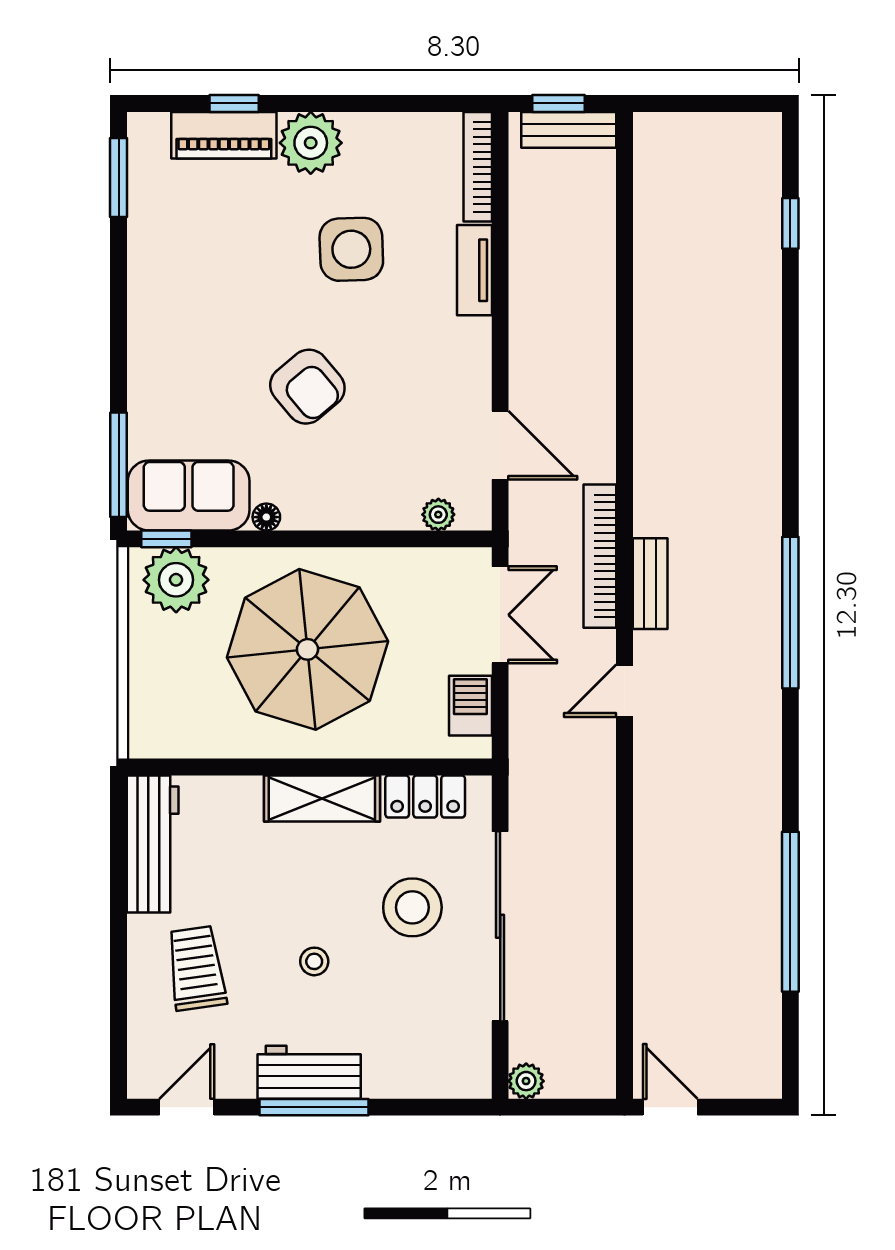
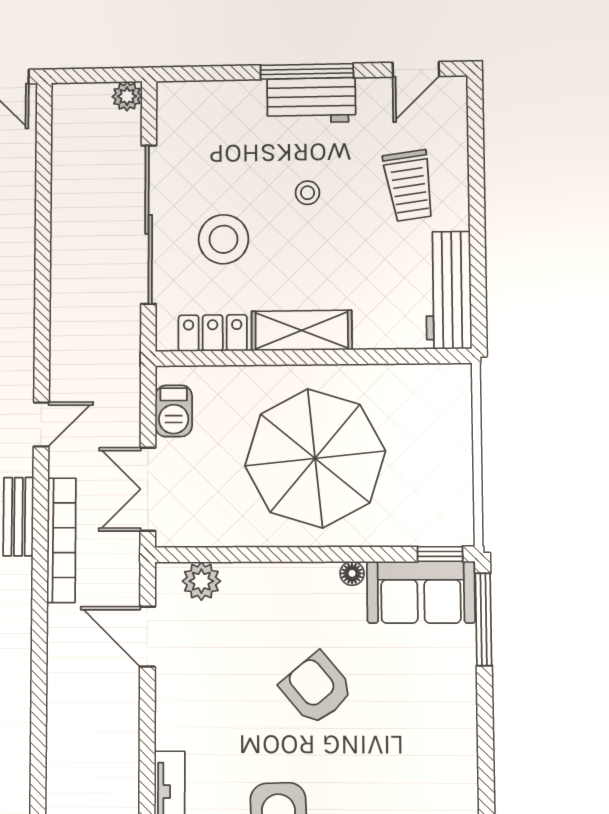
plant: (438, 515) -> (201, 581), width x1.38, depth x1.38
plant: (176, 580) -> (431, 518), removed

